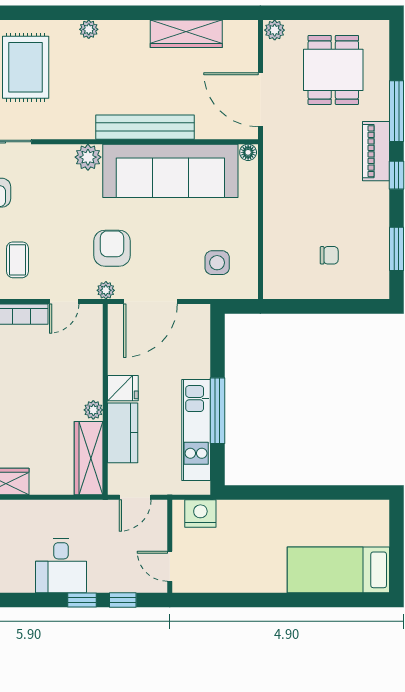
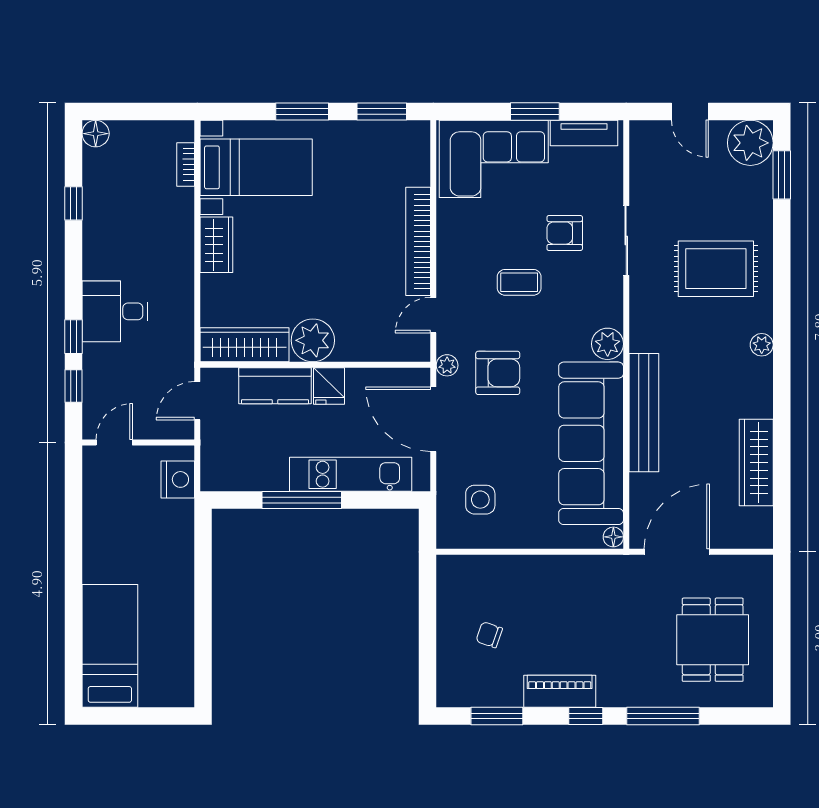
plant: (275, 30) -> (761, 569), removed
dining table: (333, 70) -> (713, 640), turned 90
piano: (376, 151) -> (560, 691), moved
chair: (329, 255) -> (489, 635), turned 109
coffee table: (17, 260) -> (519, 282), moved
door: (64, 302) -> (433, 315), hinge flipped
plant: (93, 410) -> (313, 340), width x1.87, depth x1.87
kitchen unit: (196, 430) -> (351, 474), moved
door: (135, 497) -> (197, 401), hinge flipped

